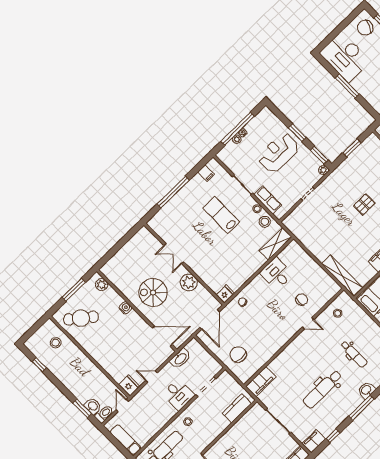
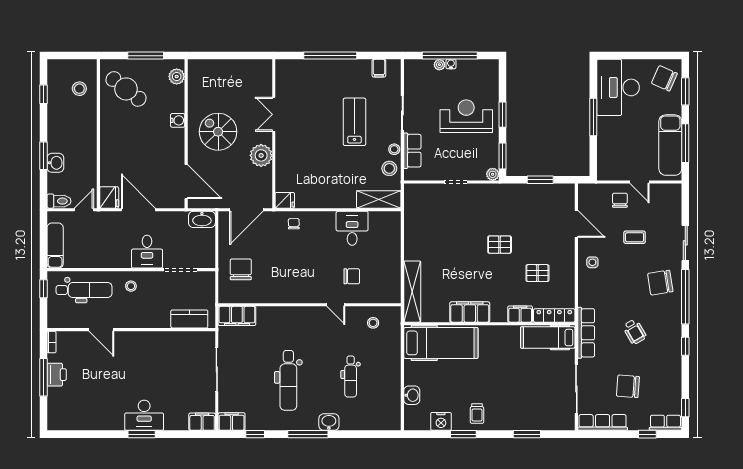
washbasin: (180, 359) -> (202, 219), moved
door: (151, 377) -> (138, 210), width x1.87
dental chair: (323, 389) -> (288, 380), turned -90
washbasin: (93, 406) -> (55, 163), moved
window: (82, 408) -> (44, 156), moved

